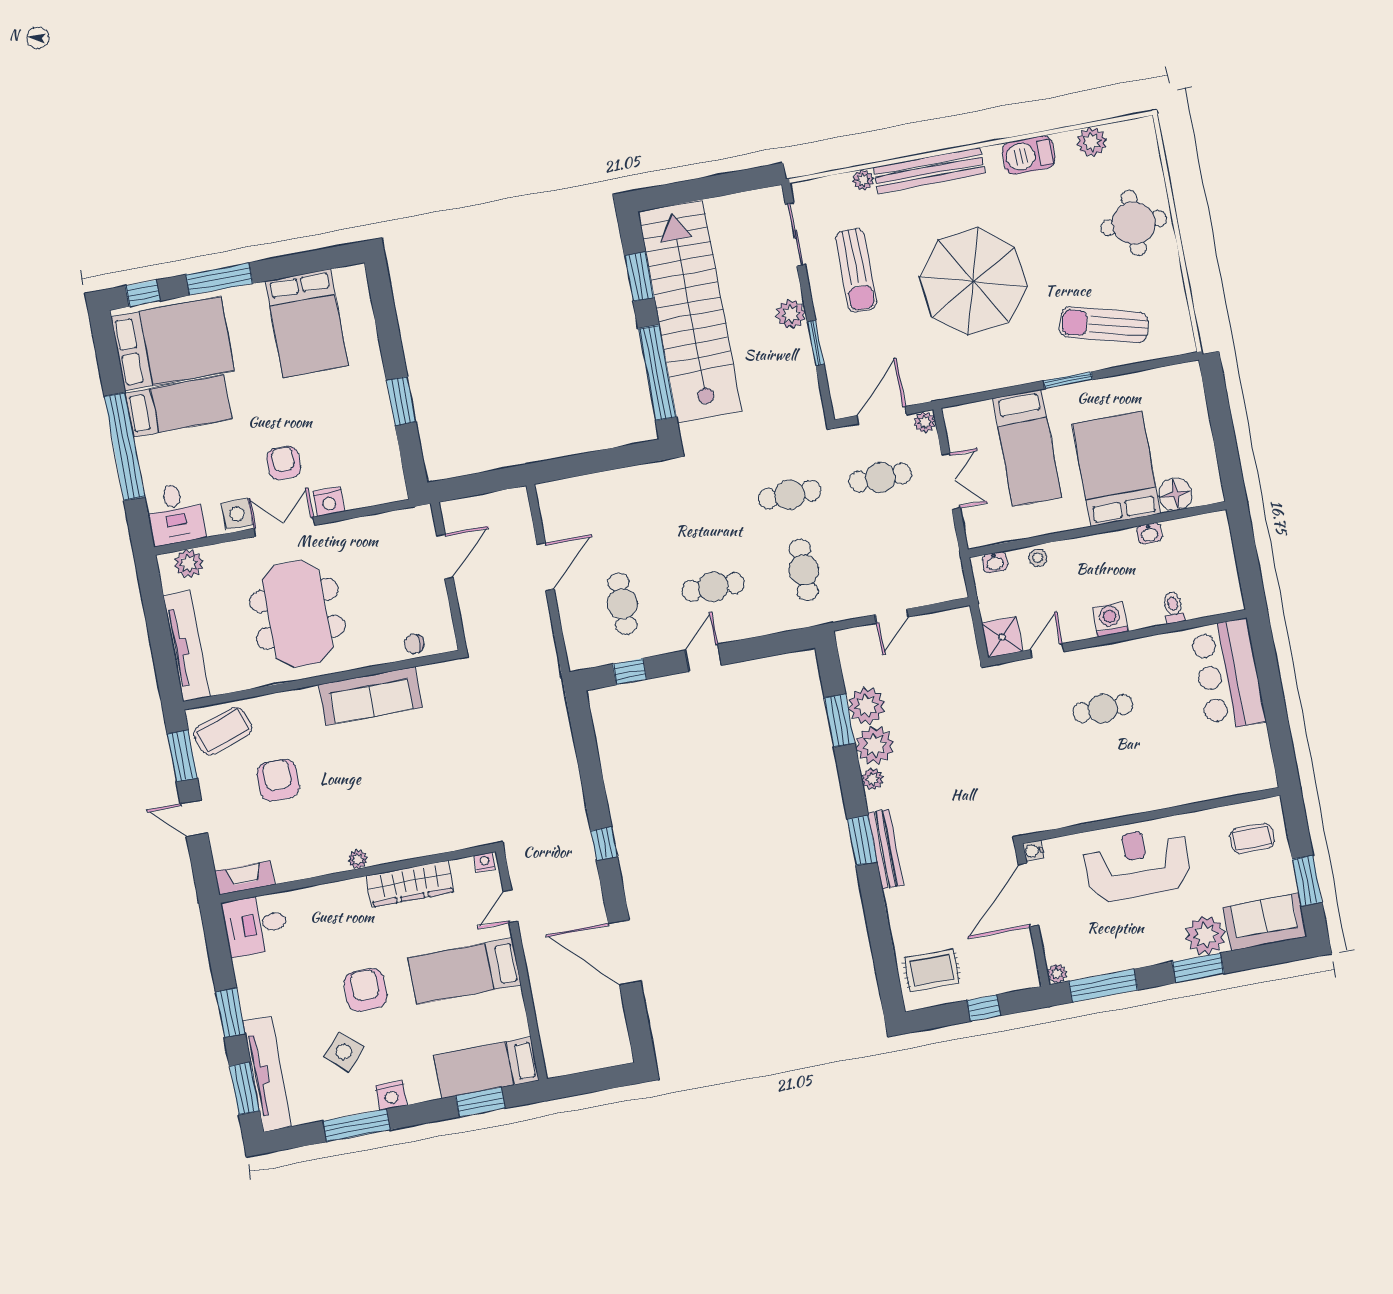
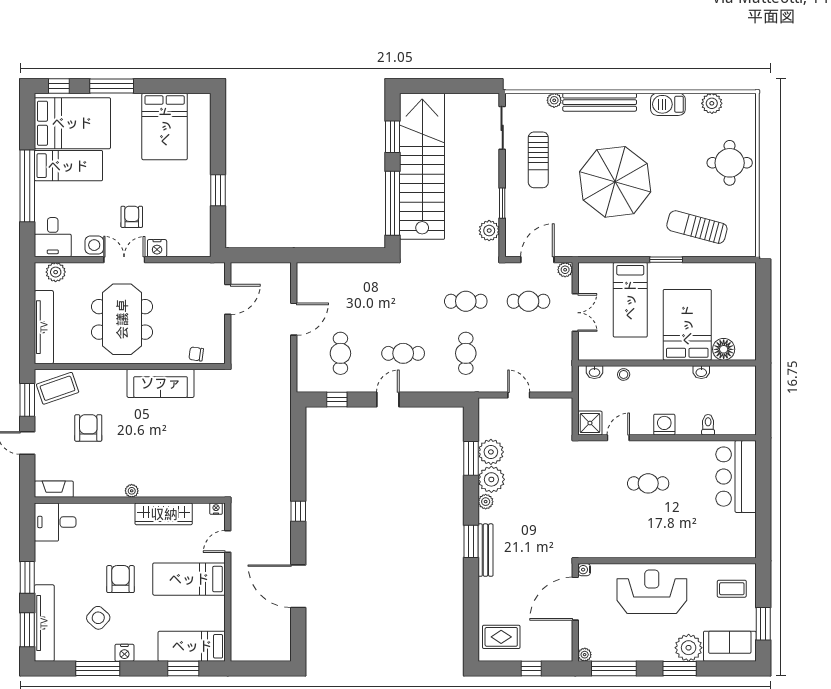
plant: (791, 314) -> (489, 231), moved
door: (892, 616) -> (519, 395), swing flipped

